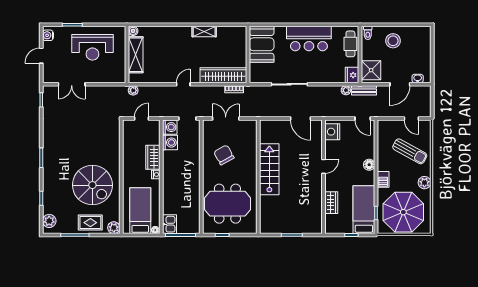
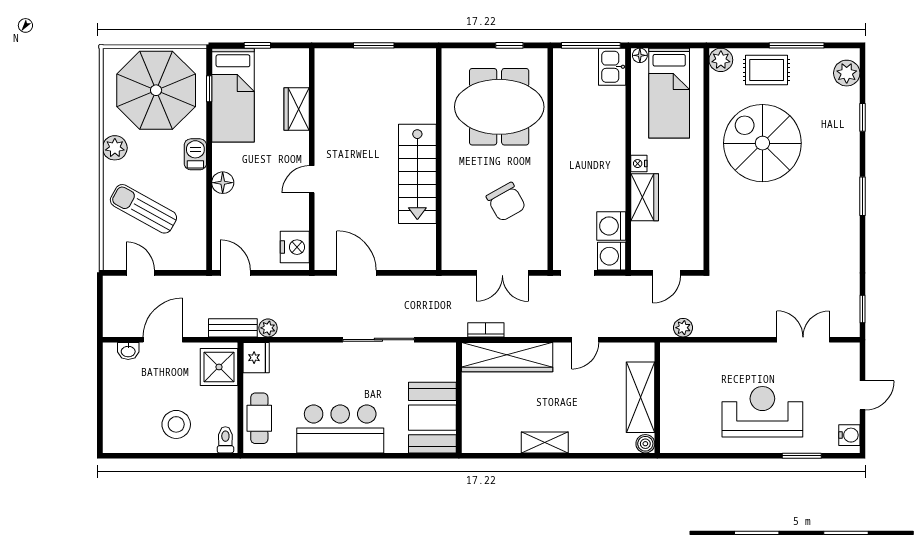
boiler: (133, 31) -> (645, 444), moved
wall: (127, 54) -> (657, 398), moved
shelving: (136, 55) -> (640, 397), moved

